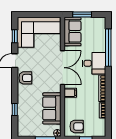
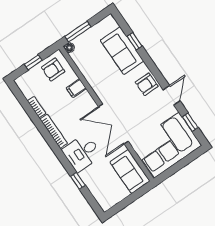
window: (82, 14) -> (132, 198), removed
window: (108, 48) -> (78, 181), width x0.32
filing cabinet: (70, 93) -> (76, 88), moved
sofa: (52, 108) -> (122, 51), moved, turned 180

